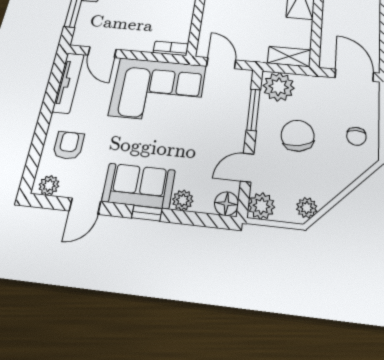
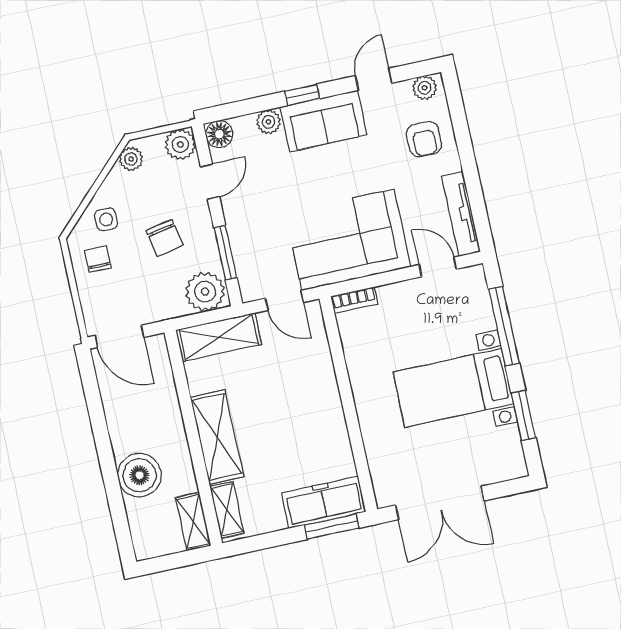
shelving: (289, 57) -> (219, 337), width x1.50, depth x1.33
chair: (298, 136) -> (165, 238), width x0.73, depth x0.73
side table: (341, 165) -> (106, 220), added

